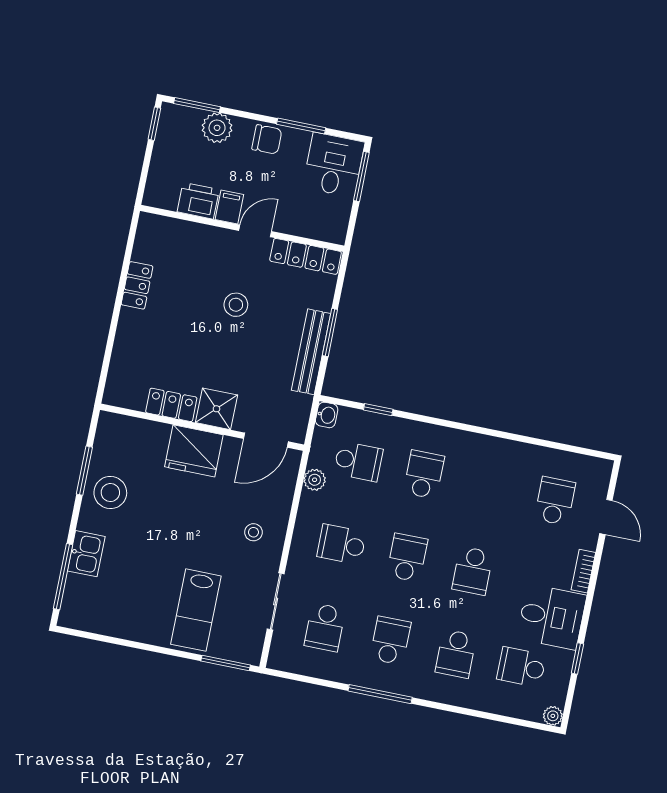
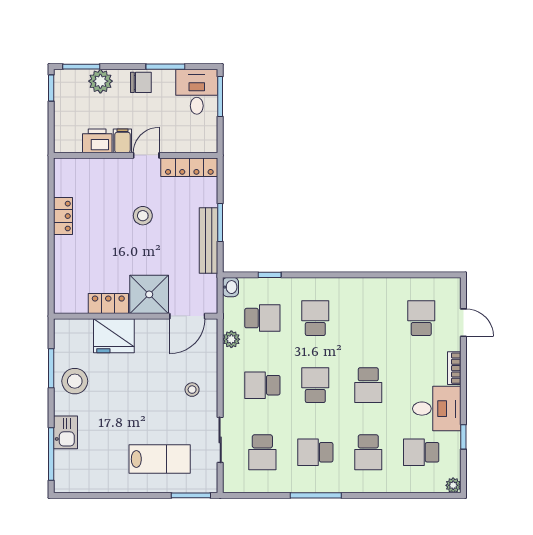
shower: (216, 409) -> (149, 294), width x1.36, depth x1.36
fridge: (194, 451) -> (114, 336), moved
lab bench: (196, 610) -> (160, 459), turned -90
school desk: (390, 641) -> (315, 452), turned -90

